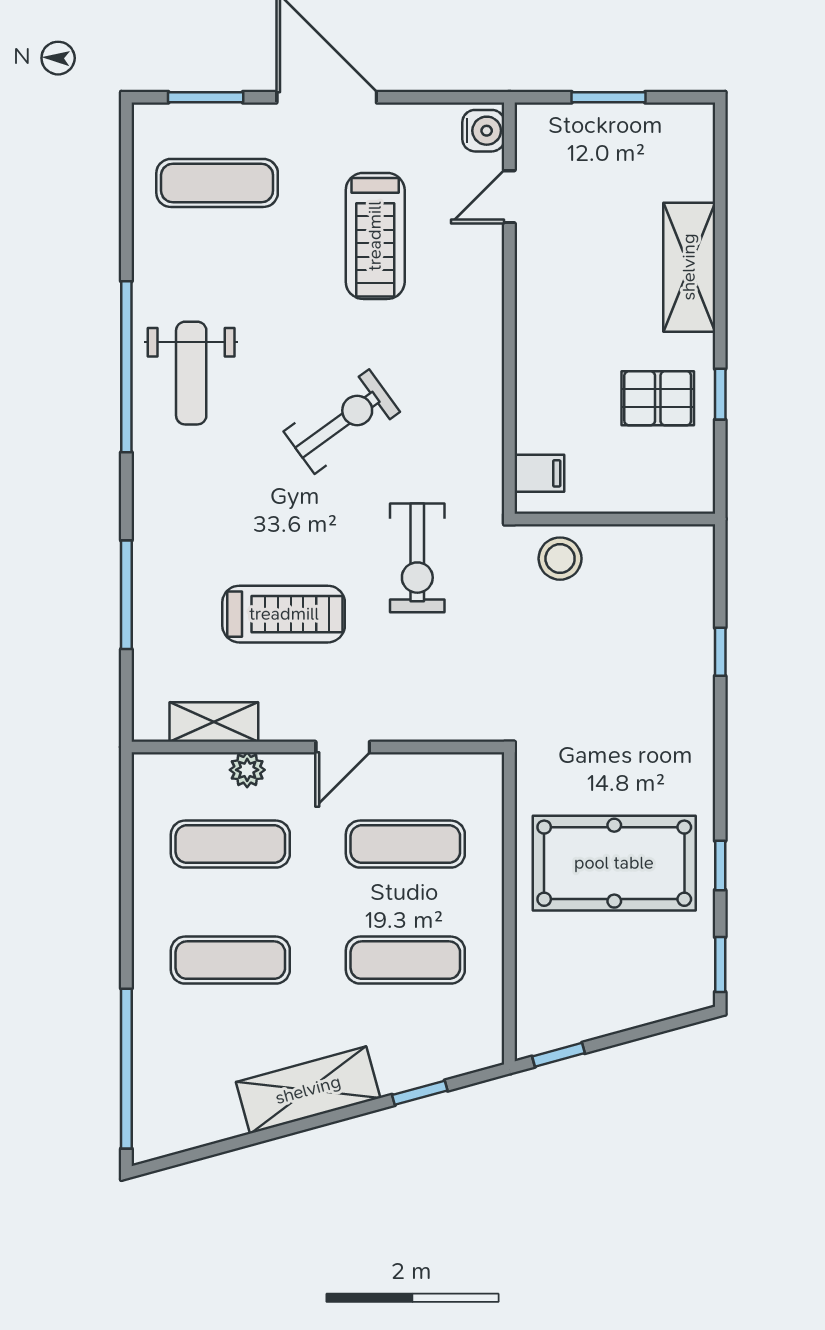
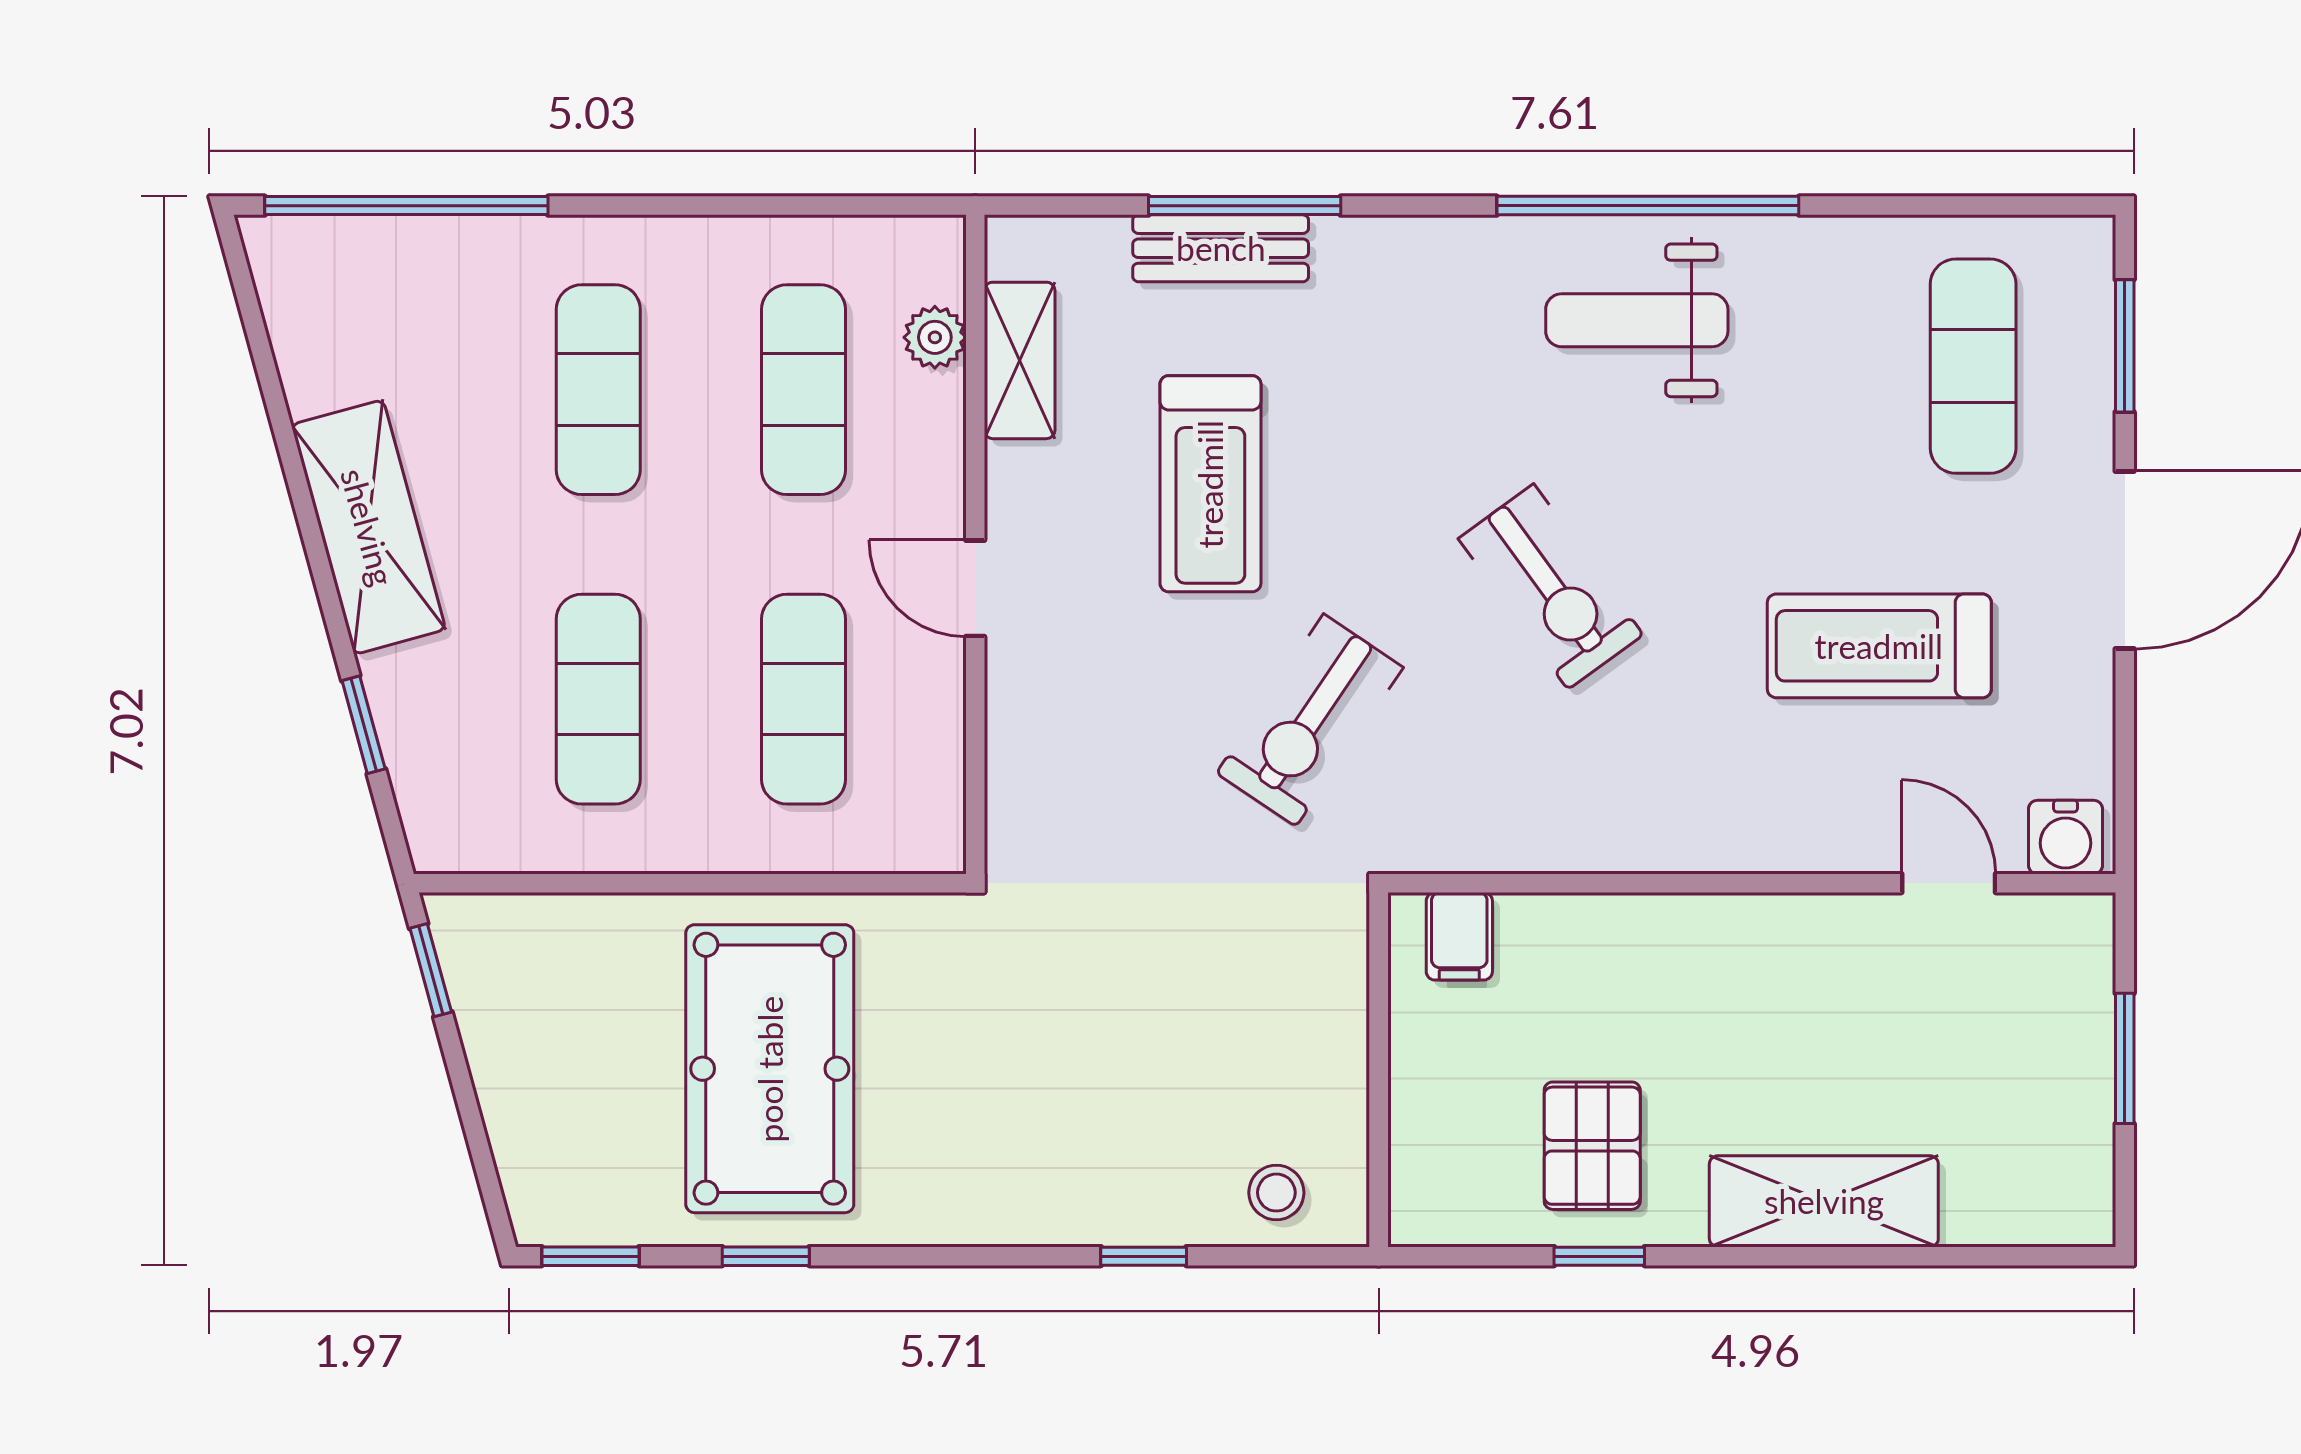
exercise bike: (417, 558) -> (1310, 720), turned -56
stool: (560, 559) -> (1276, 1193), moved, width x0.73, depth x0.73
bench: (150, 608) -> (1221, 248), added
plant: (247, 770) -> (935, 337), moved

